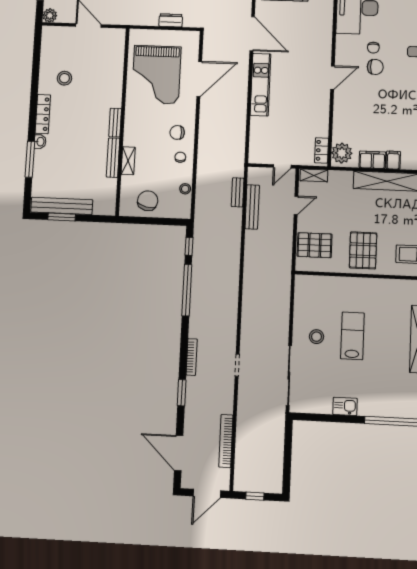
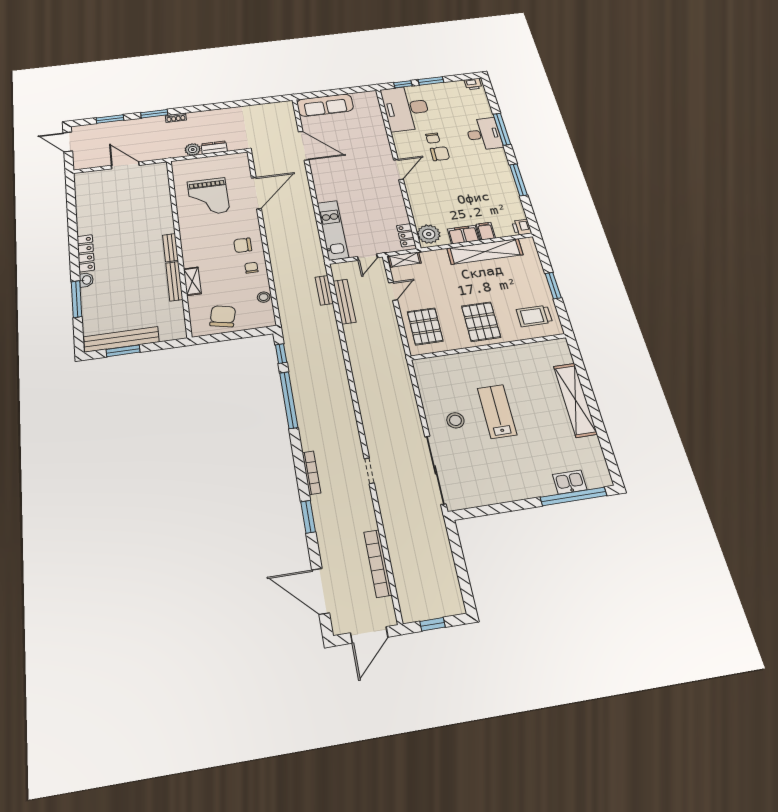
plant: (50, 15) -> (193, 150), moved
grand piano: (156, 75) -> (208, 197), width x0.73, depth x0.68
stool: (64, 78) -> (106, 216), removed
kitchen unit: (260, 85) -> (333, 230), moved
pallet: (315, 245) -> (425, 326), turned 90
kitchen sink: (345, 406) -> (570, 482), moved

